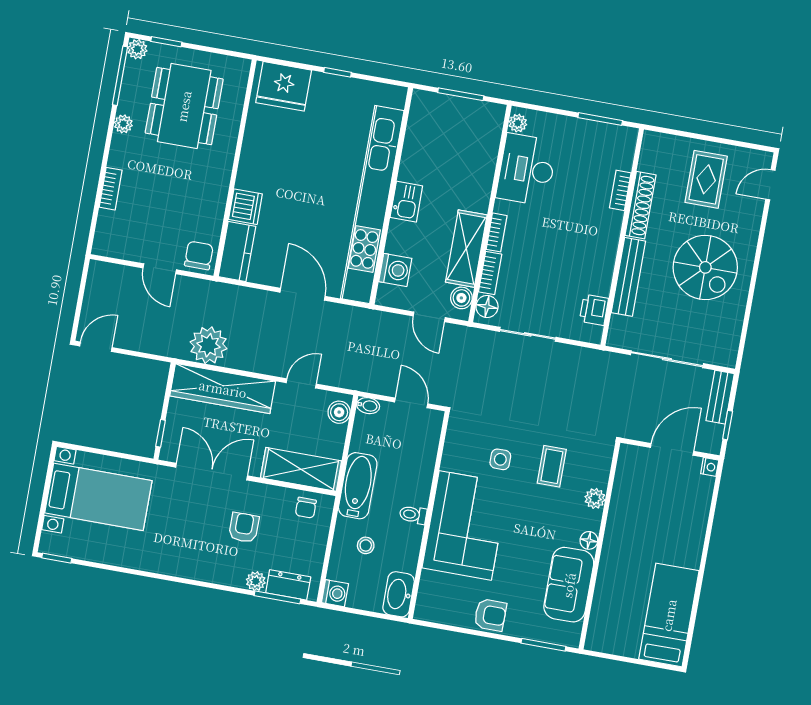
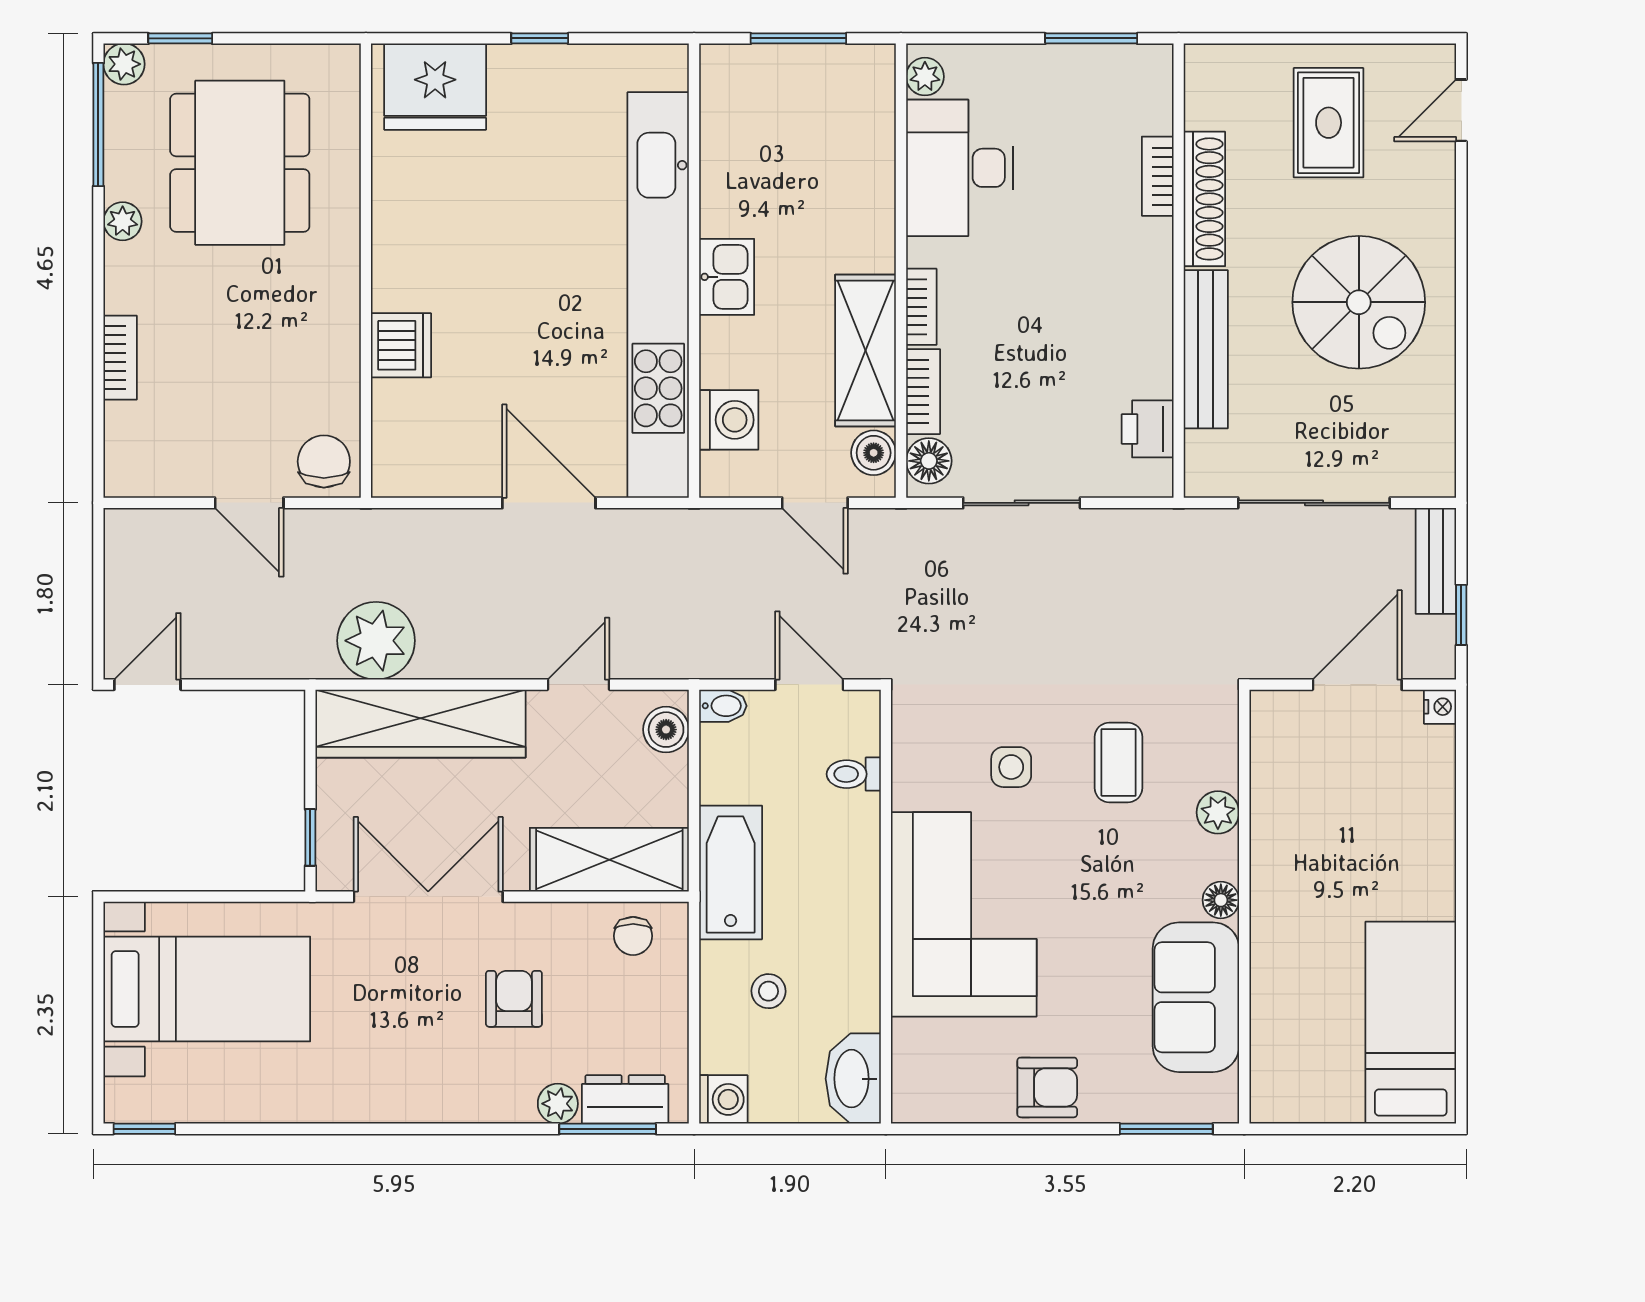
kitchen counter: (237, 252) -> (400, 440), removed
toilet: (413, 515) -> (854, 774), moved

